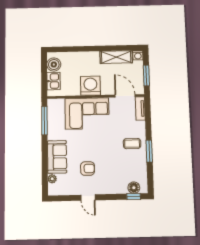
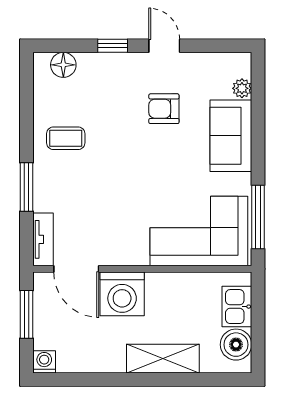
shelving: (116, 57) -> (163, 359), moved
washing machine: (90, 86) -> (122, 294), moved
corner sofa: (87, 113) -> (199, 231), moved
coffee table: (132, 144) -> (66, 138), moved
window: (149, 151) -> (27, 187), moved
window: (134, 197) -> (113, 46), moved

